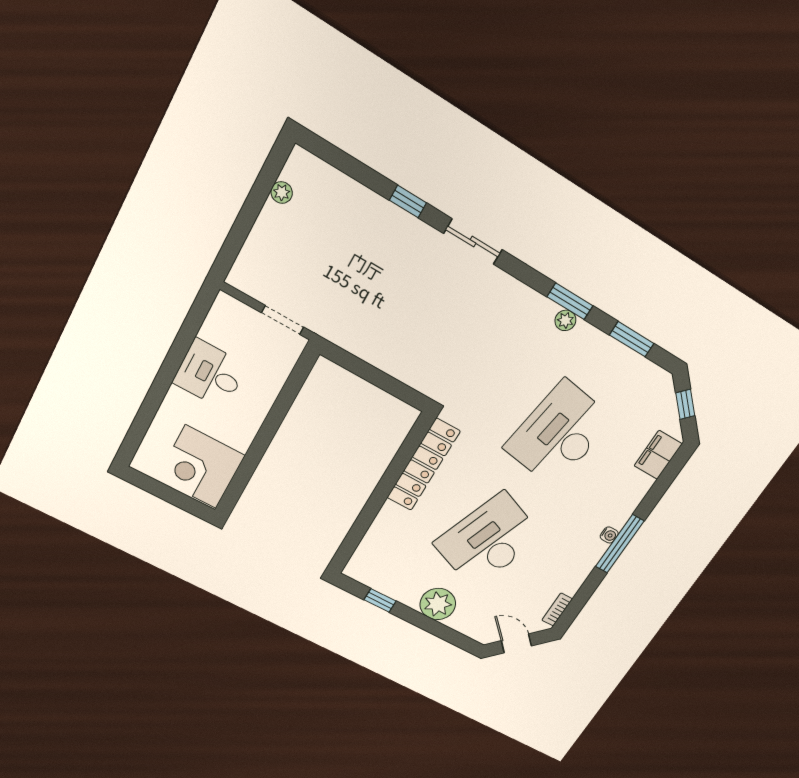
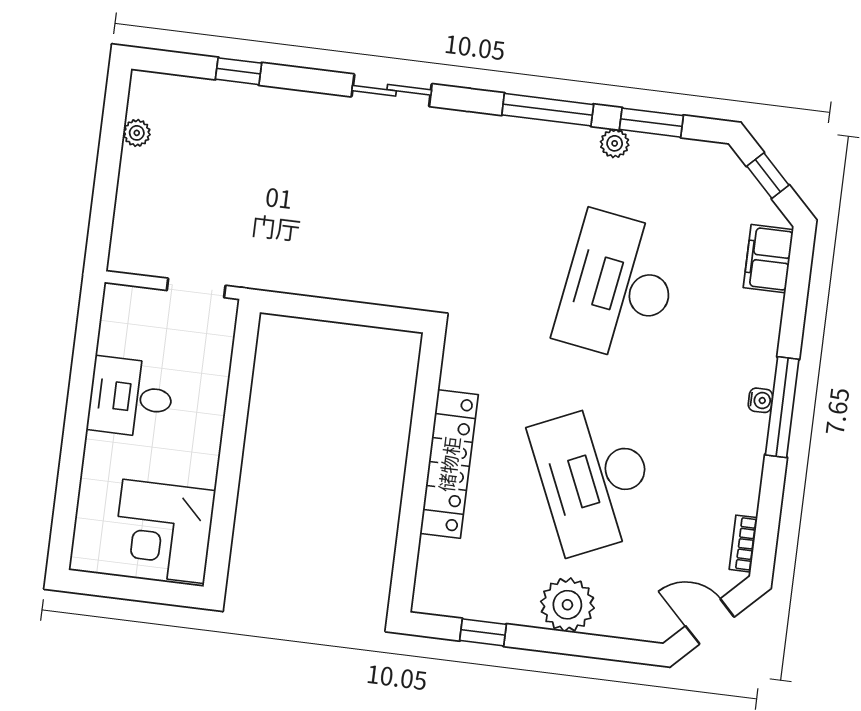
window: (408, 202) -> (239, 71), moved
window: (570, 301) -> (548, 110), width x1.44
plant: (565, 320) -> (615, 143), moved
locker: (423, 465) -> (449, 464), moved
desk: (488, 540) -> (595, 478), turned -45

